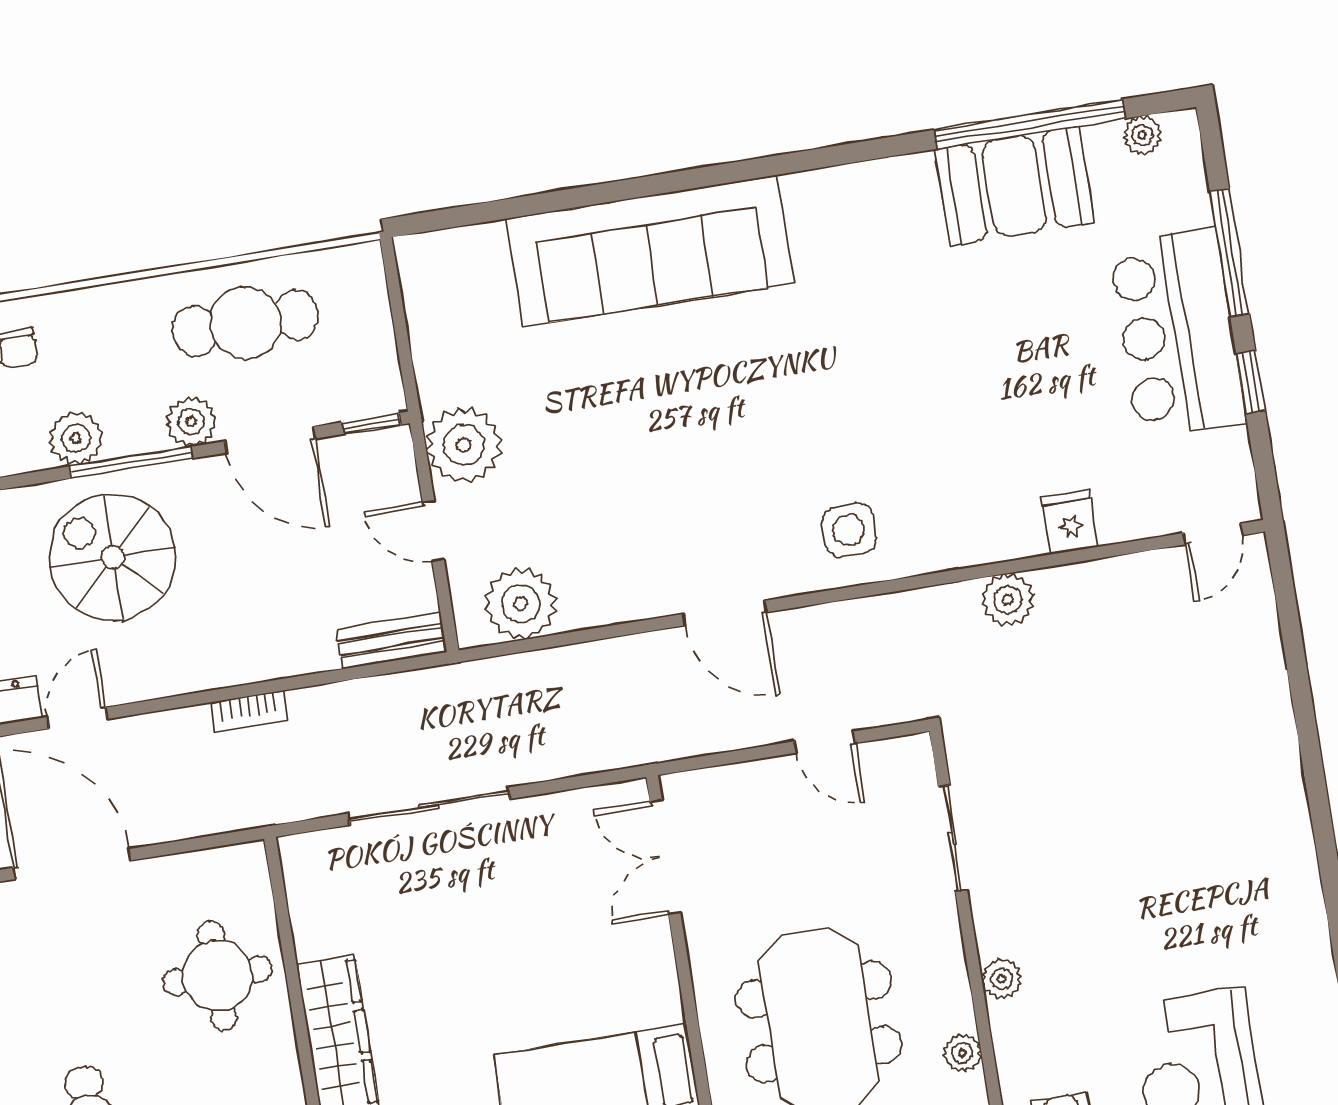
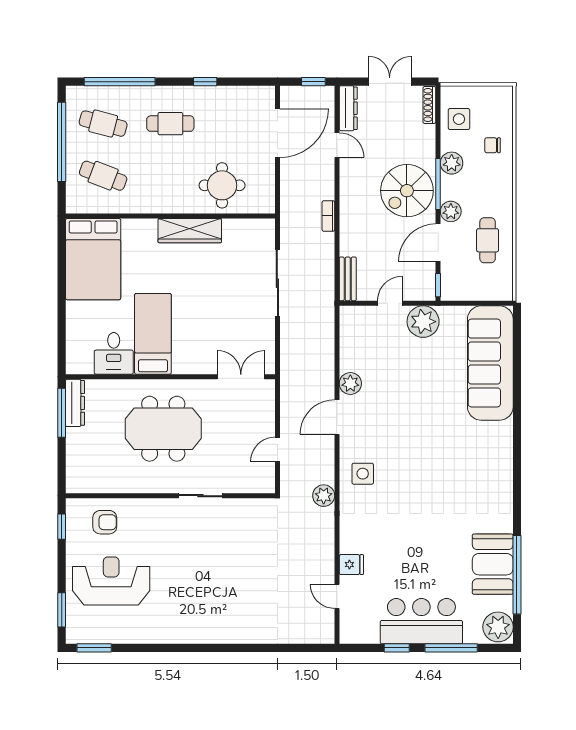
plant: (1142, 135) -> (498, 627), width x1.87, depth x1.87
sofa: (650, 251) -> (490, 363), moved
cafe table: (246, 323) -> (488, 240), width x0.73, depth x0.74
door: (1213, 534) -> (337, 596), moved
spiral stairs: (113, 557) -> (407, 191), moved, turned 180
plant: (1008, 600) -> (324, 496), moved
plant: (521, 604) -> (350, 383), moved, width x0.73, depth x0.73
sliding door: (953, 838) -> (200, 496), moved
plant: (1002, 979) -> (169, 506), removed
plant: (962, 1053) -> (141, 485), removed

